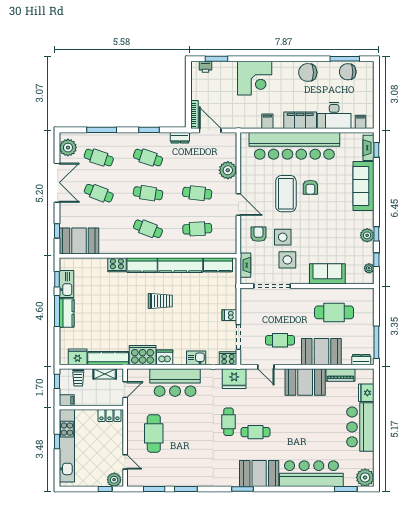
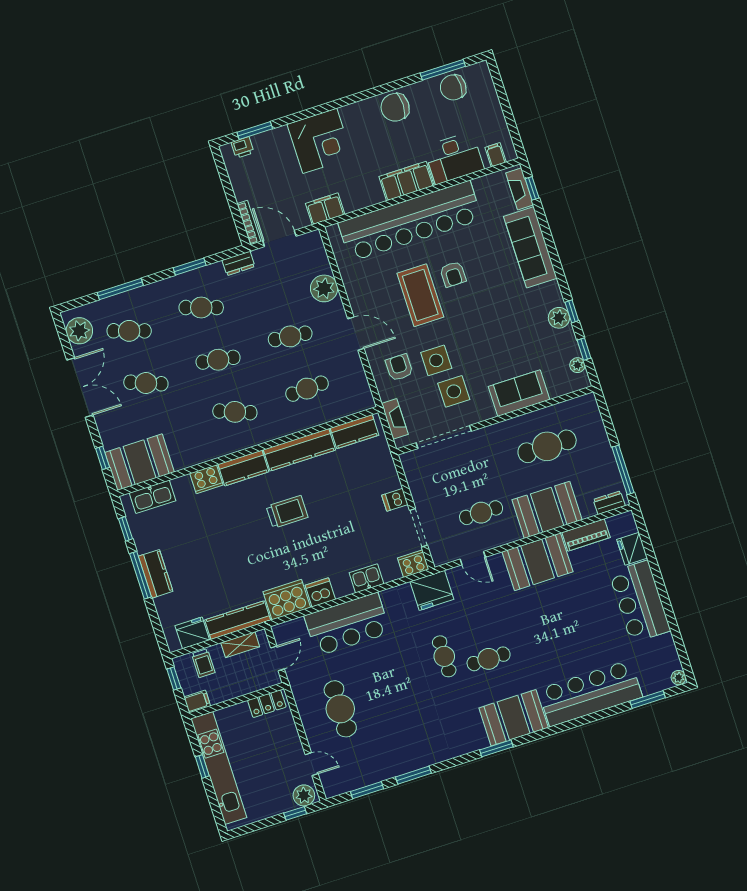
filing cabinet: (267, 121) -> (325, 209), moved, width x2.00
kitchen sink: (67, 284) -> (152, 497), moved, turned 90
plant: (365, 477) -> (679, 678), width x0.53, depth x0.53

